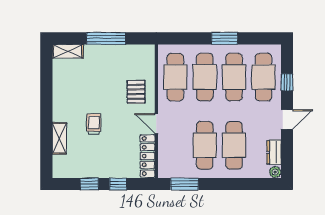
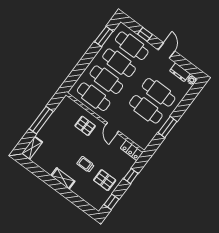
window: (225, 38) -> (104, 36), moved
door: (156, 124) -> (112, 128), hinge flipped
shelving: (59, 138) -> (63, 178), moved
locker: (148, 156) -> (132, 150), width x0.66
pallet: (92, 158) -> (105, 180), added
window: (89, 184) -> (111, 202), moved
window: (184, 184) -> (168, 127), moved

